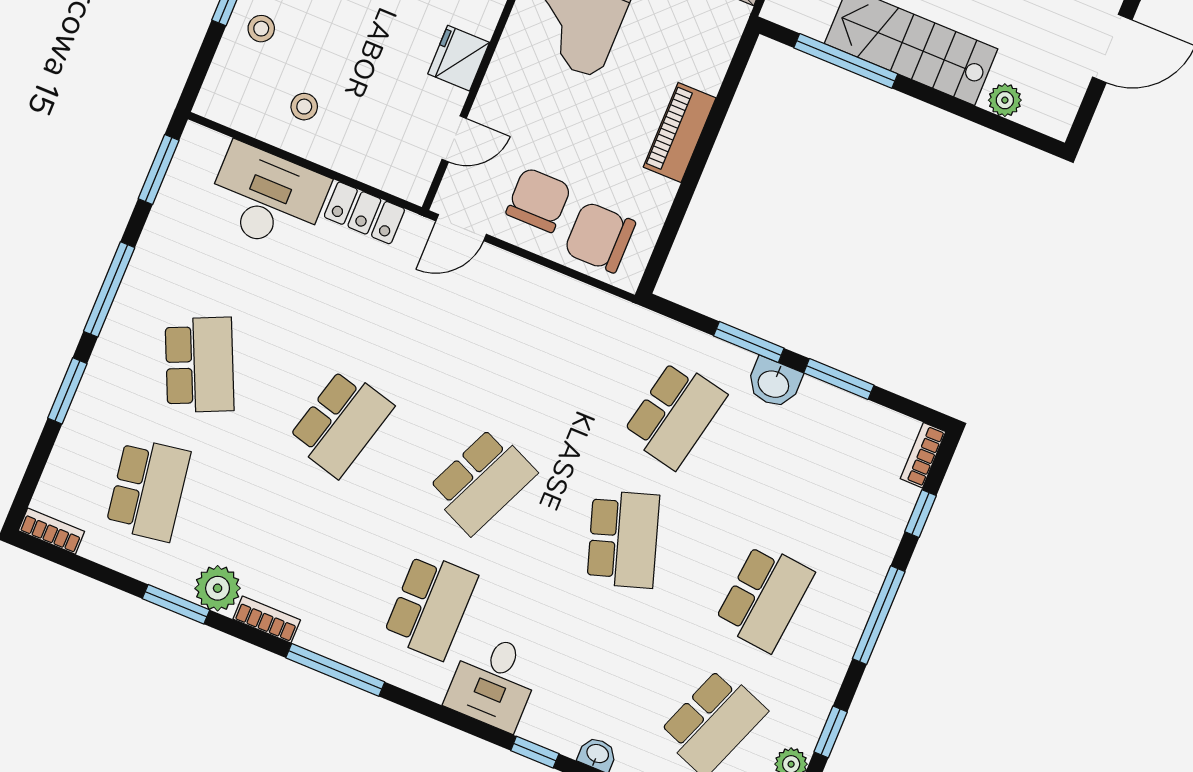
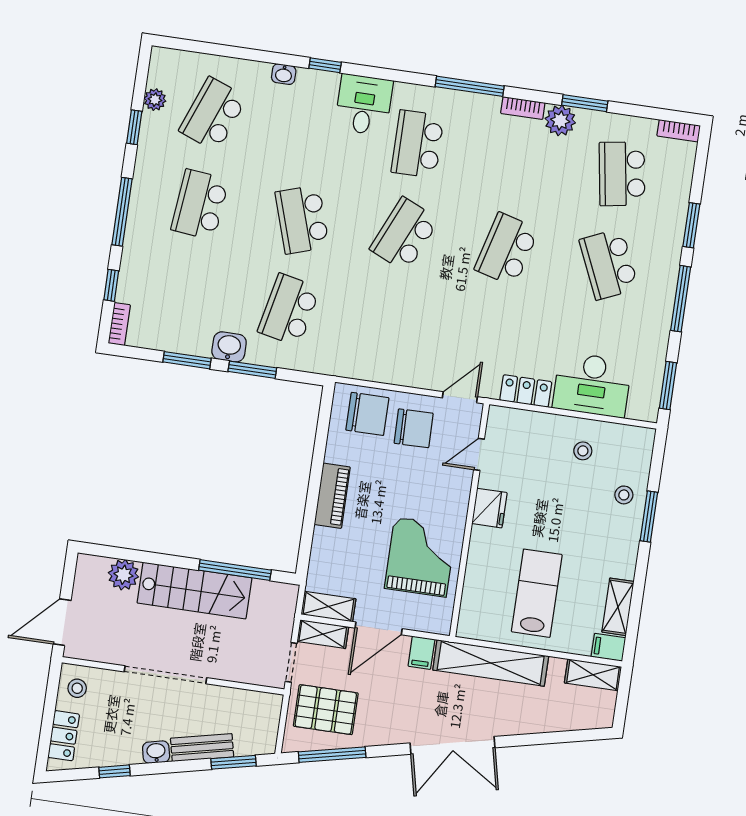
plant: (1005, 100) -> (123, 575), width x1.38, depth x1.38
chair: (539, 200) -> (414, 428), turned -91

